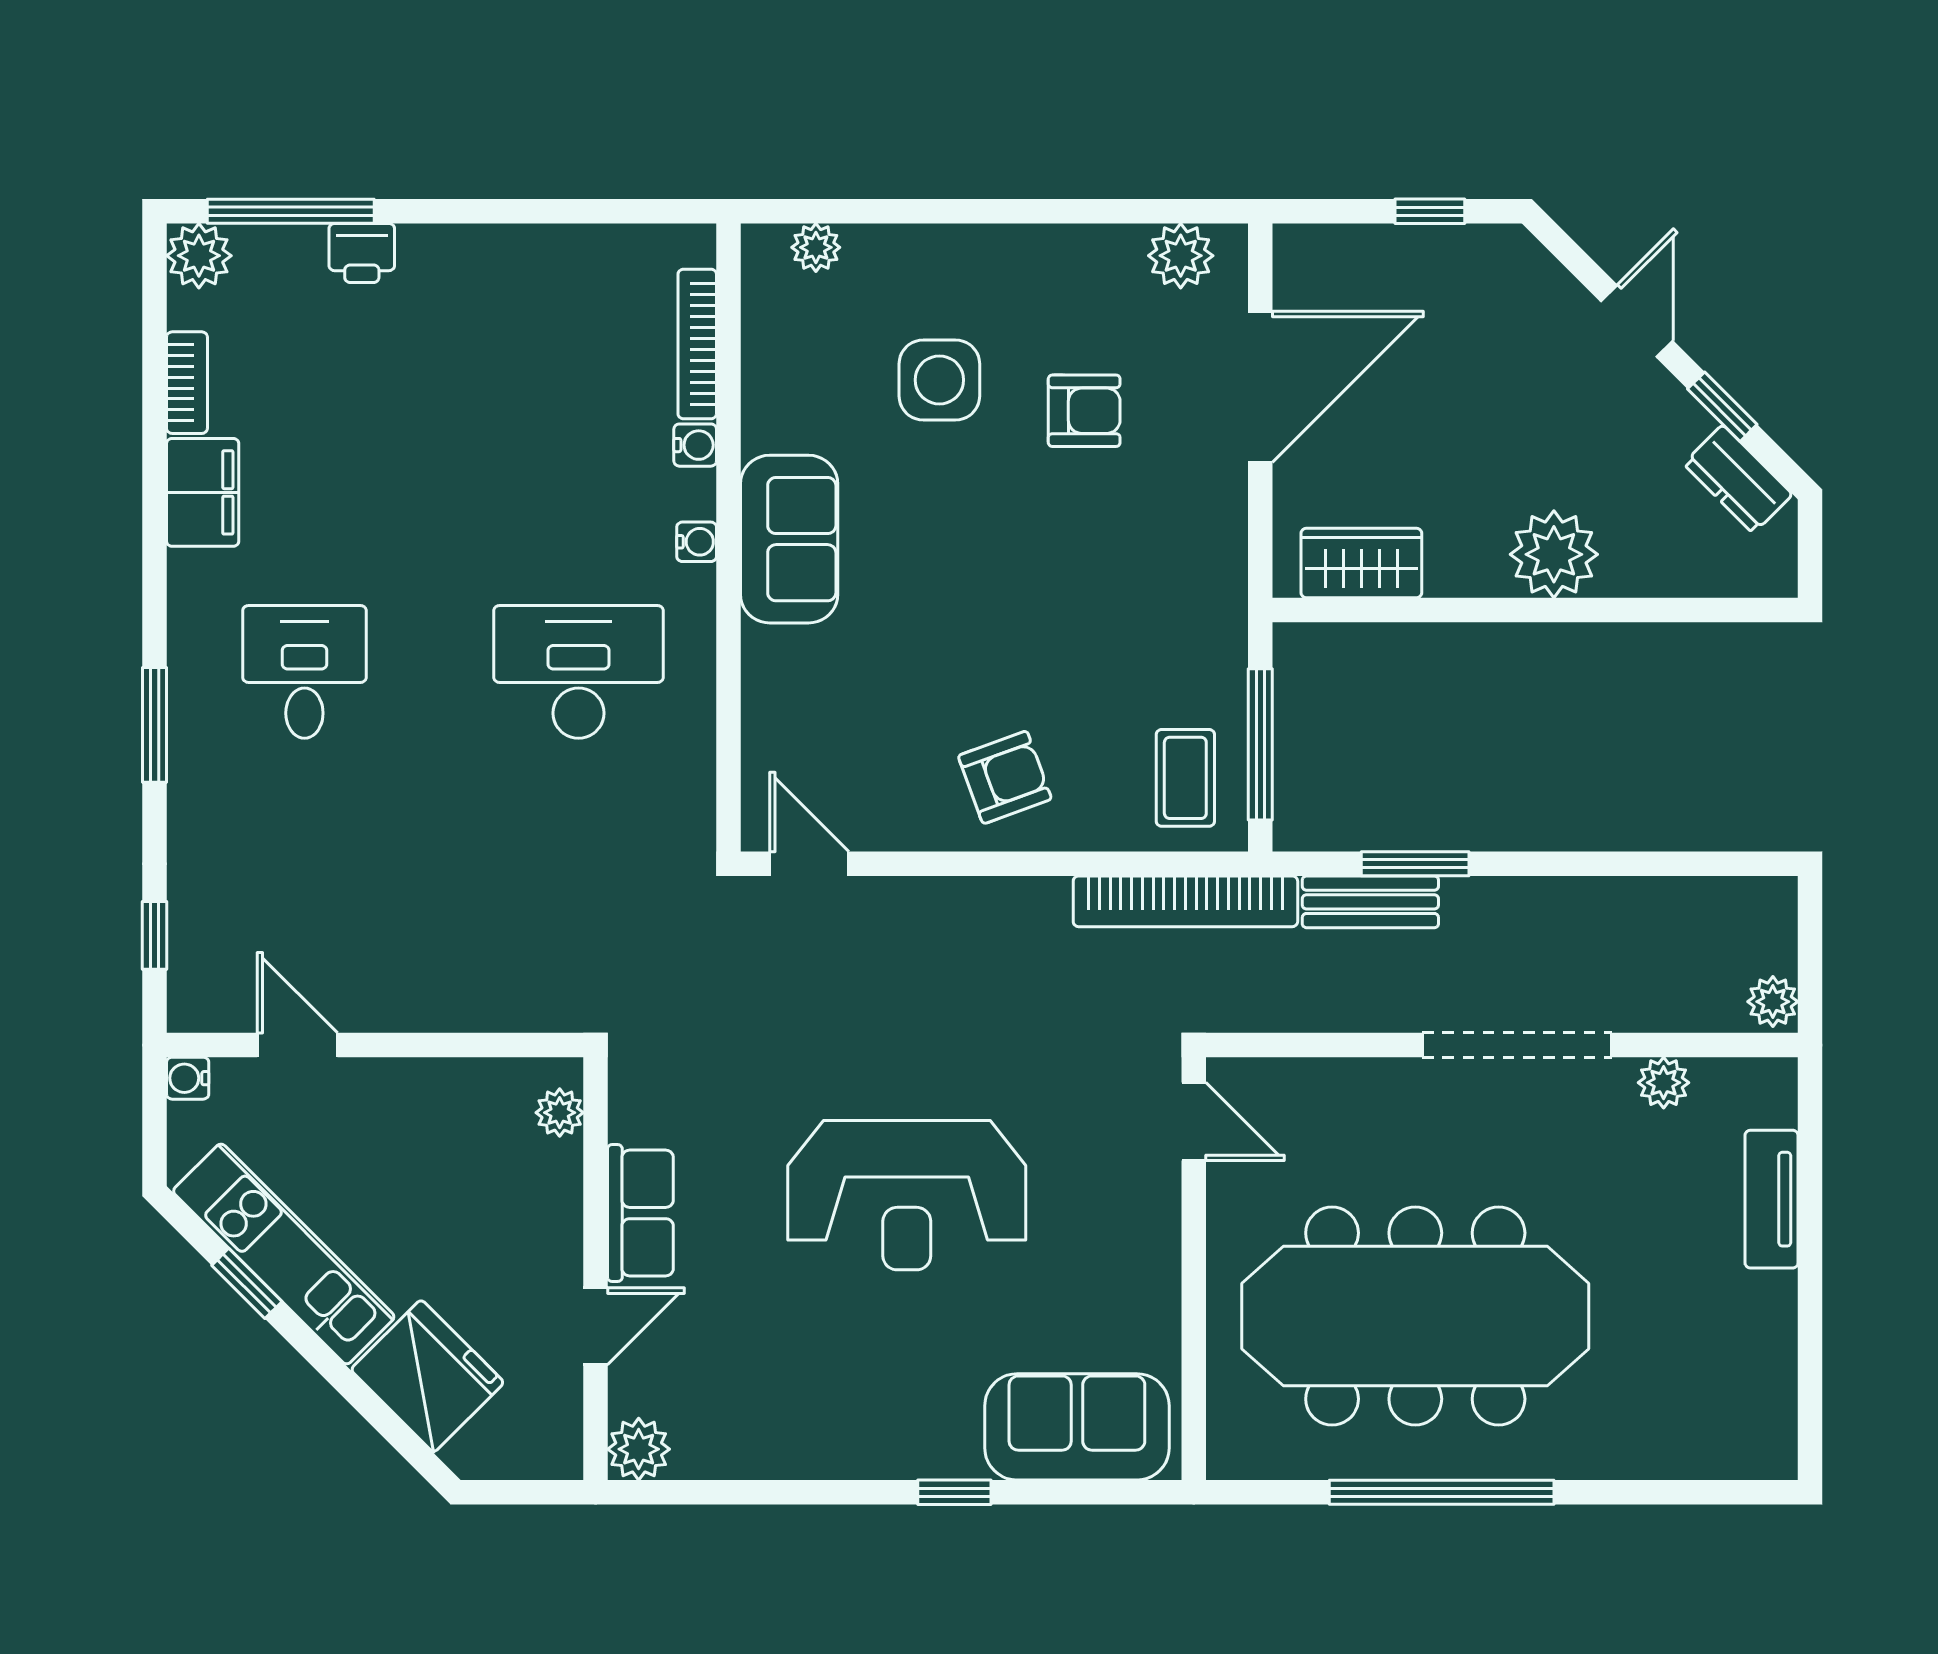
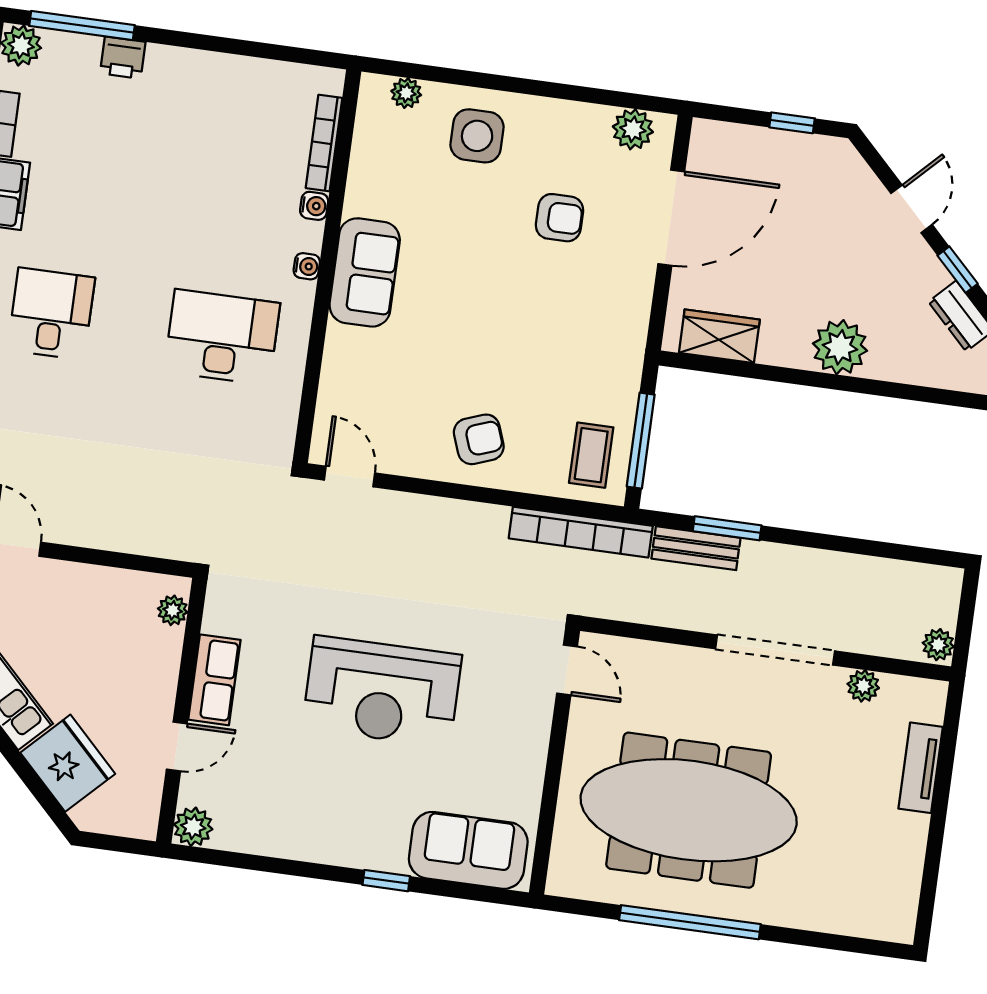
side table: (939, 380) -> (477, 136), moved

